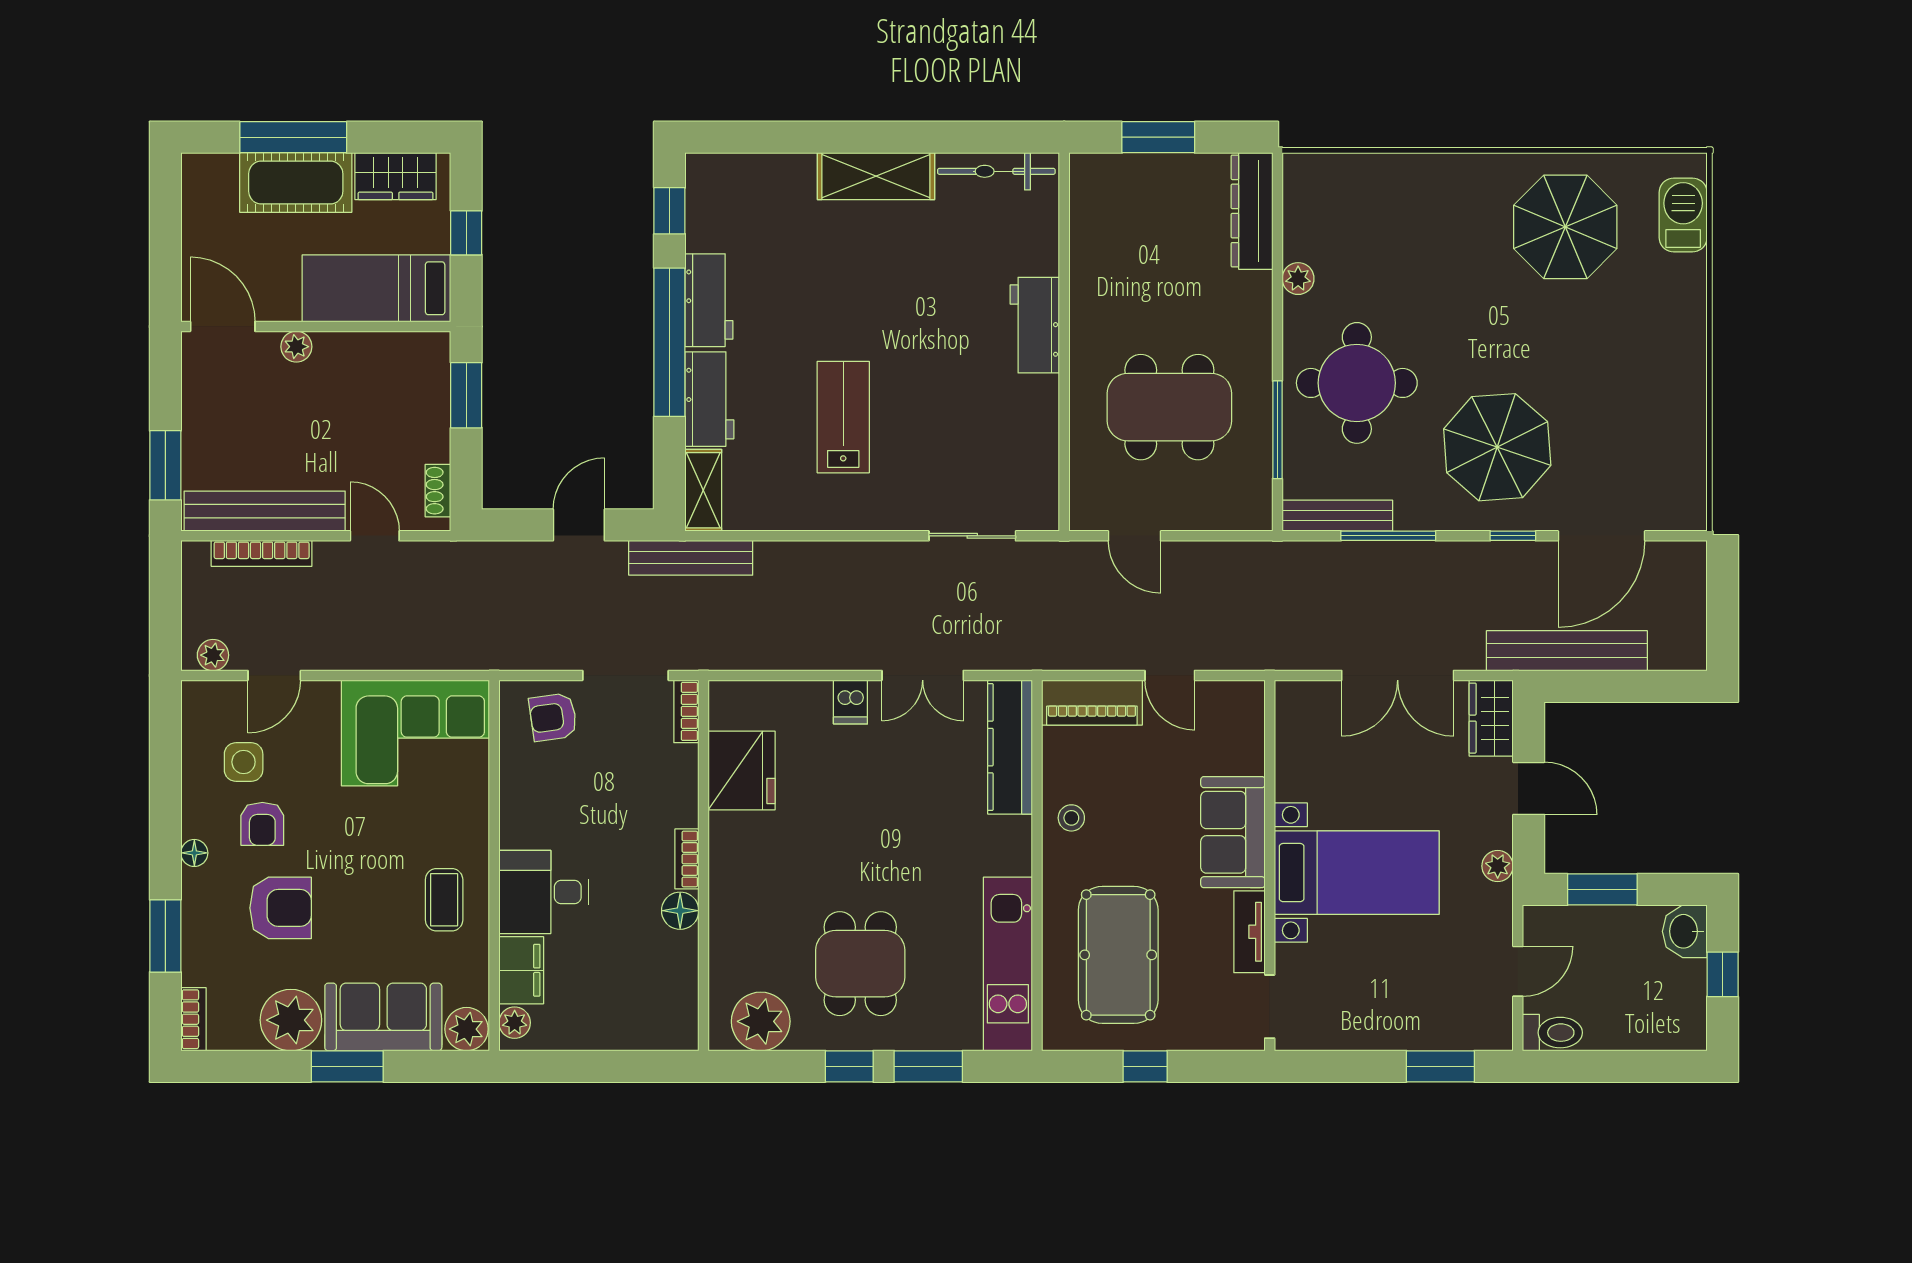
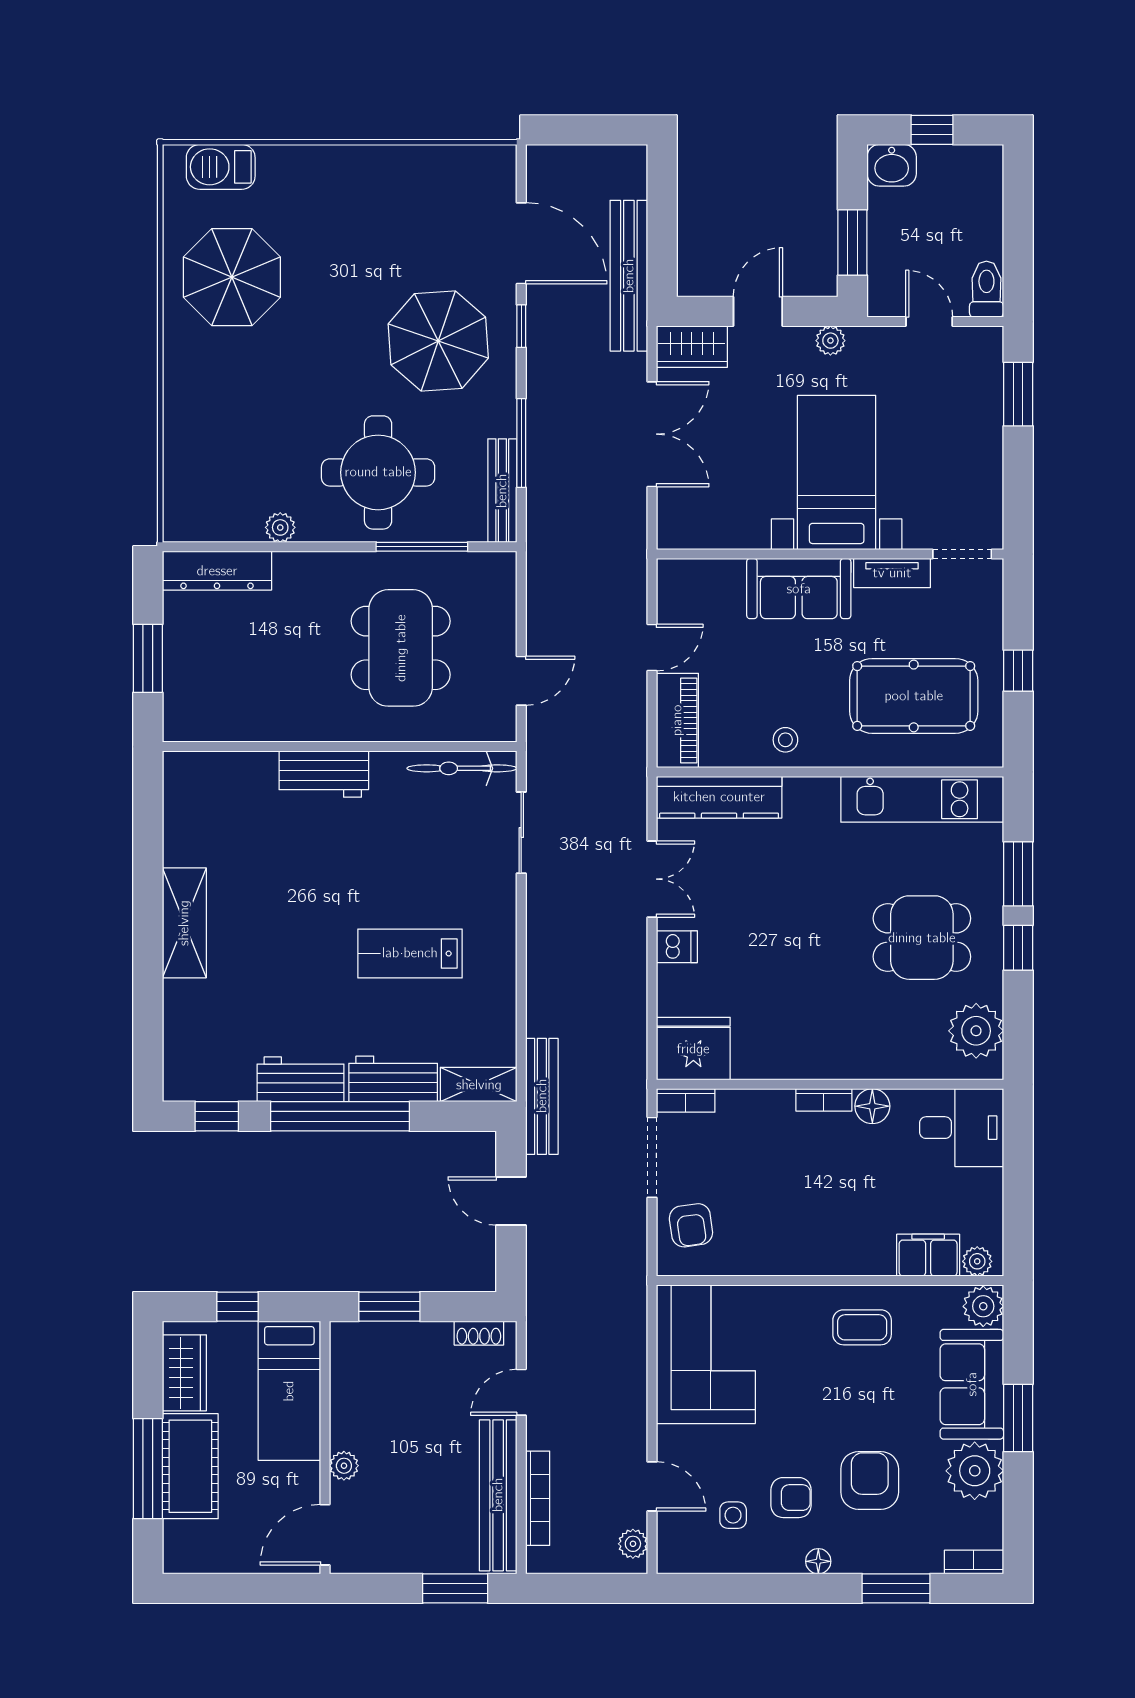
bicycle: (996, 171) -> (462, 768), moved, turned 90
side table: (244, 762) -> (733, 1515), width x0.73, depth x0.73
fridge: (742, 770) -> (693, 1049), moved
desk: (544, 892) -> (962, 1128), moved, turned -90

